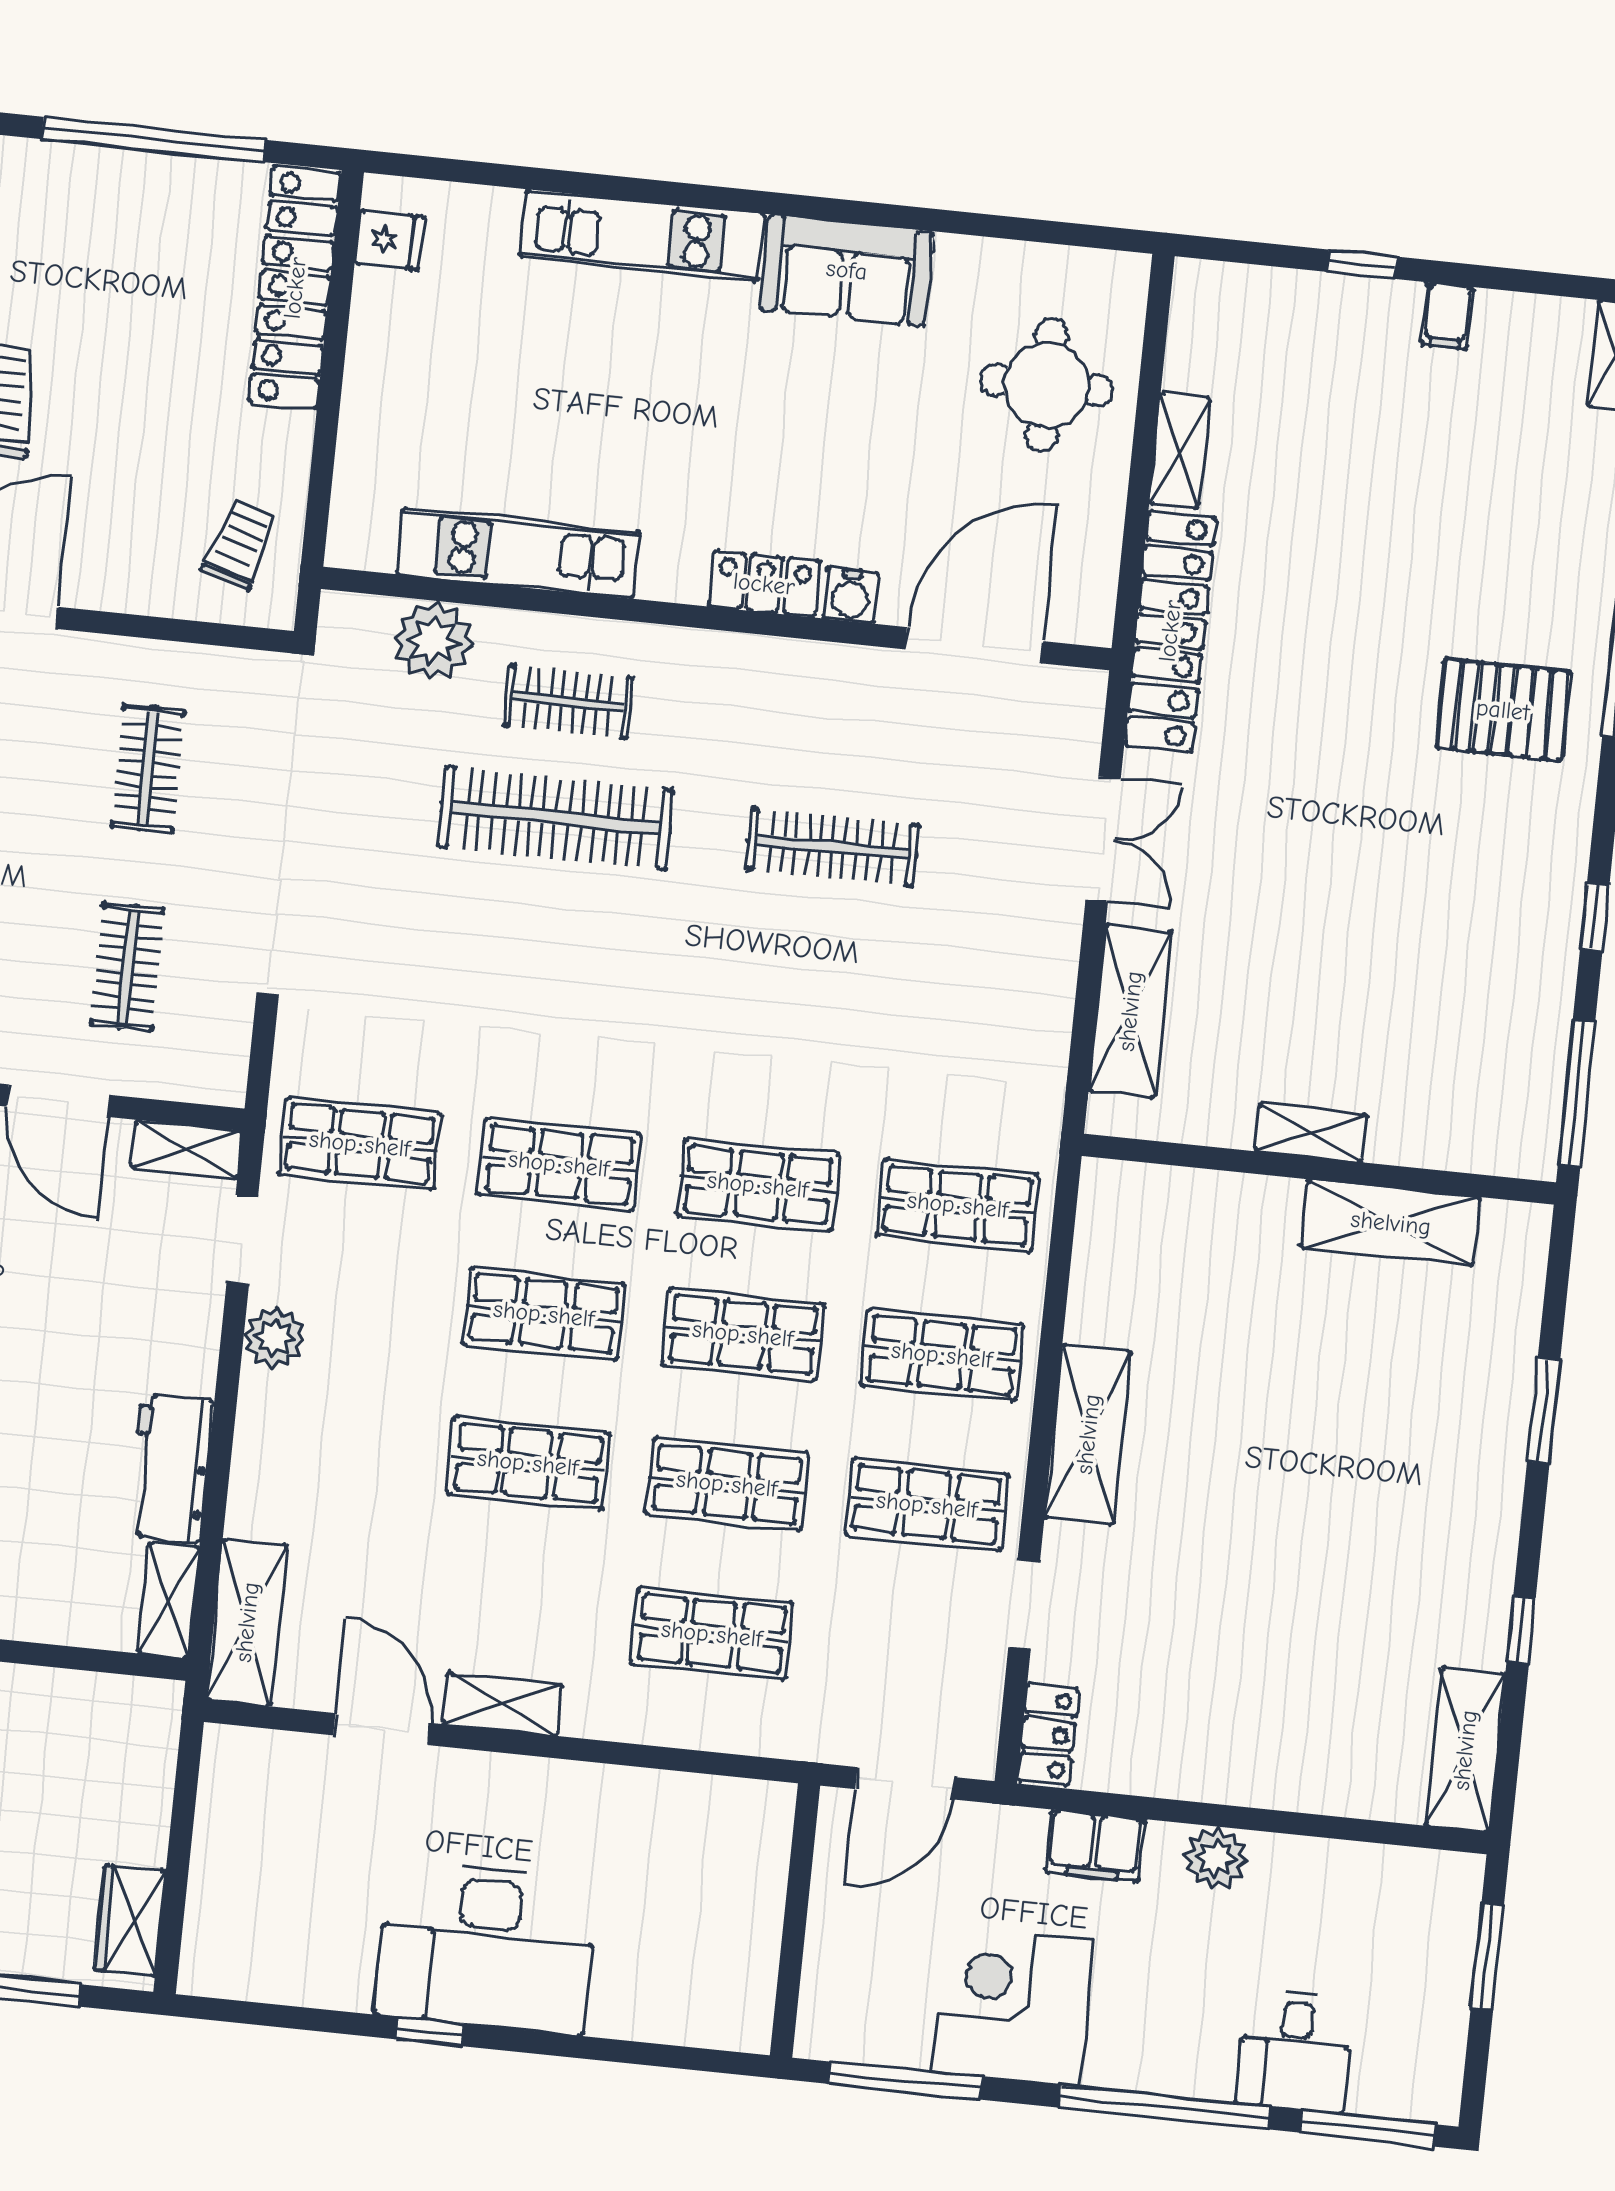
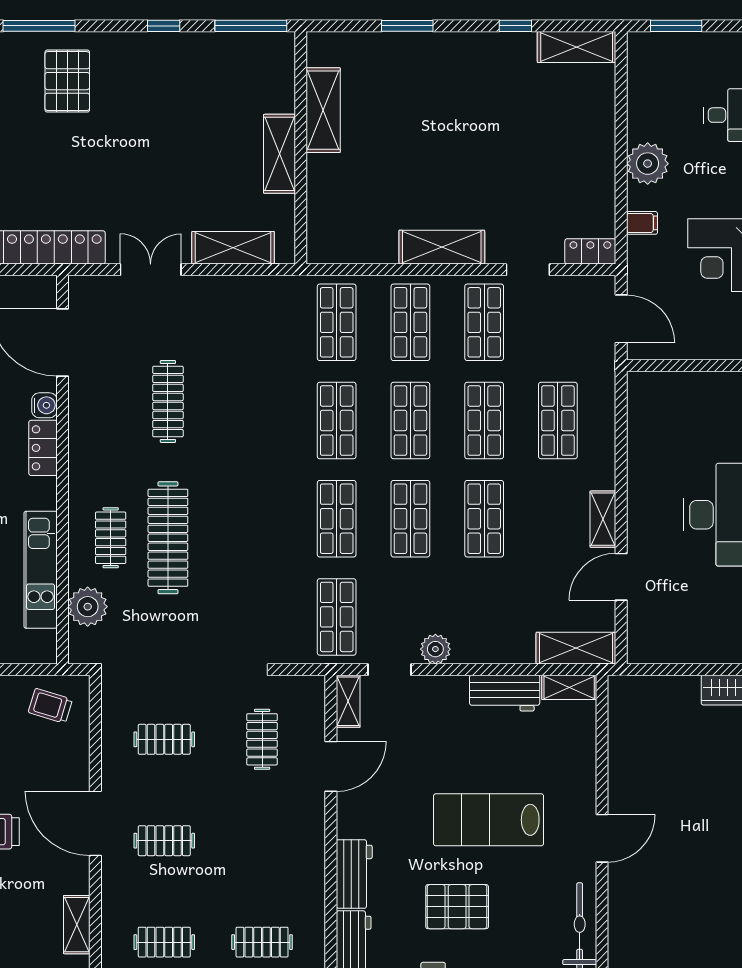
clothes rail: (128, 967) -> (262, 739), turned 90
shelving: (1310, 1133) -> (279, 154), width x1.50, depth x1.33
filing cabinet: (1095, 1846) -> (642, 223), width x0.50
plant: (1216, 1858) -> (648, 164), width x1.36, depth x1.36

